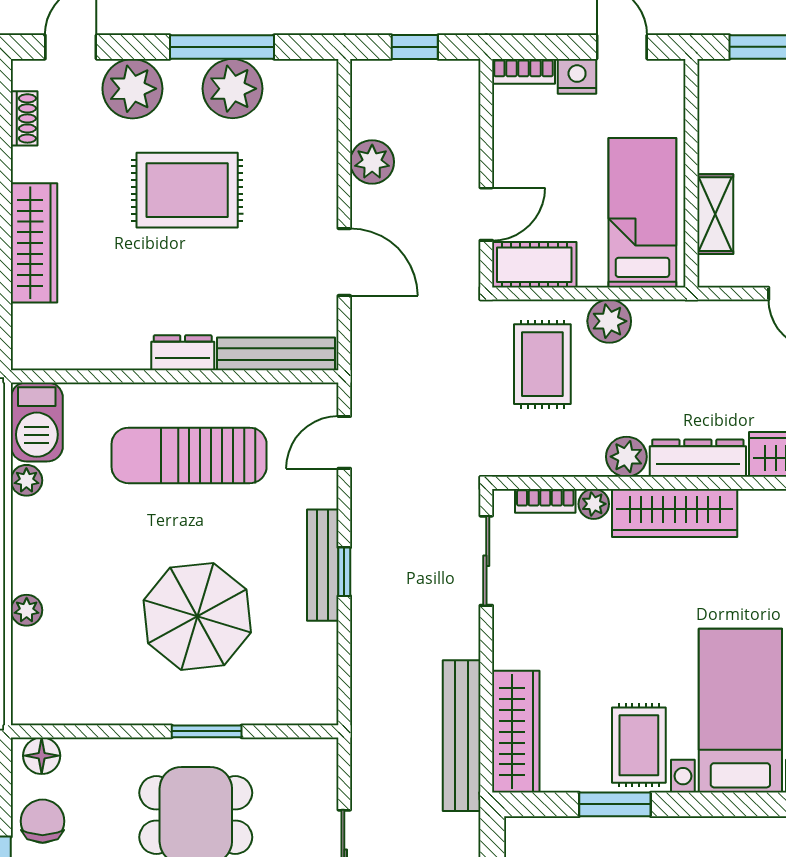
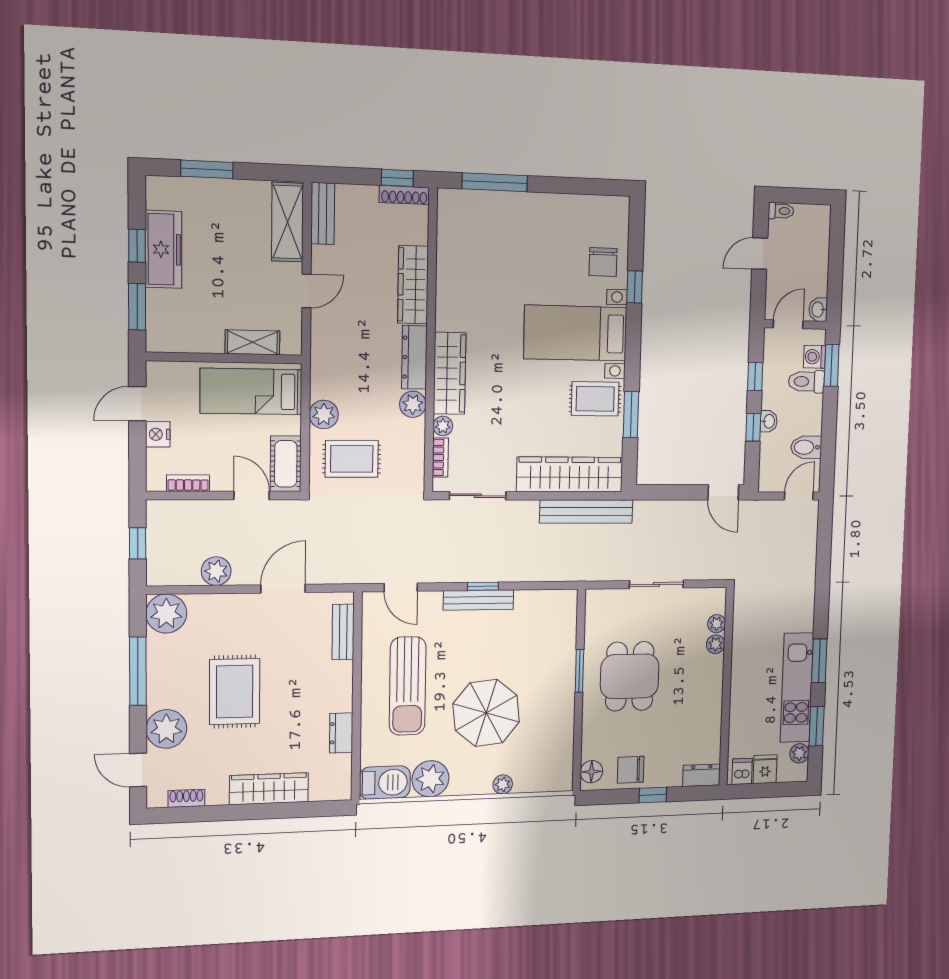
bookcase: (524, 71) -> (188, 483), moved, turned -90
plant: (233, 89) -> (166, 614), moved
dresser: (183, 353) -> (341, 733), moved
bench: (276, 354) -> (343, 632), width x0.73
plant: (26, 480) -> (430, 779), width x1.88, depth x1.88
parasol: (197, 616) -> (486, 713), moved
wardrobe: (516, 732) -> (570, 475), width x1.40, depth x1.17

